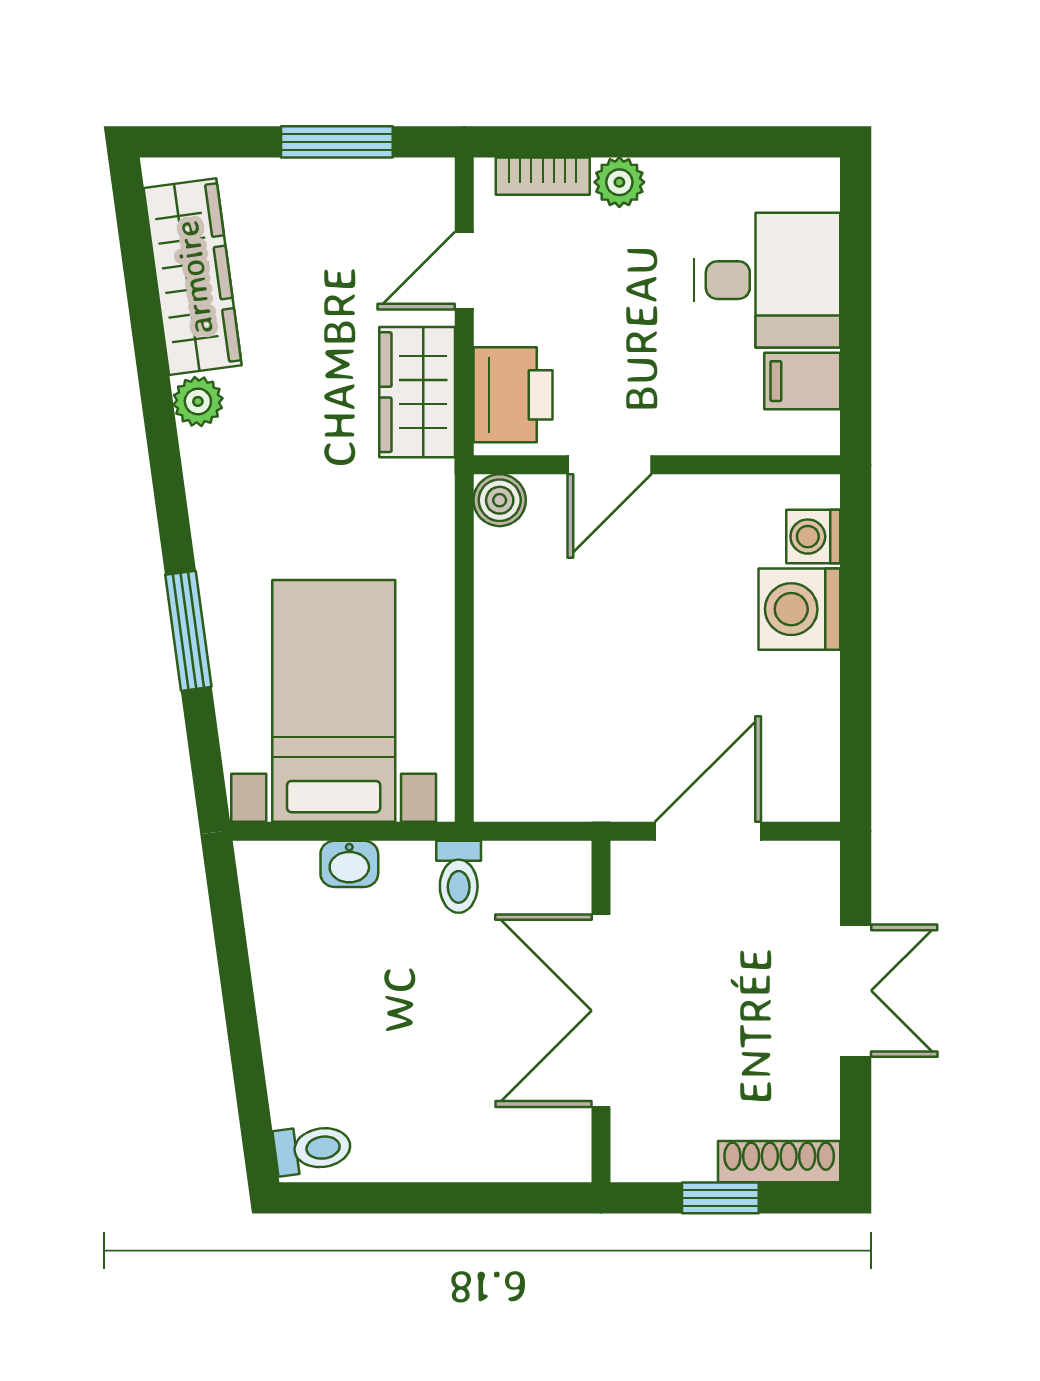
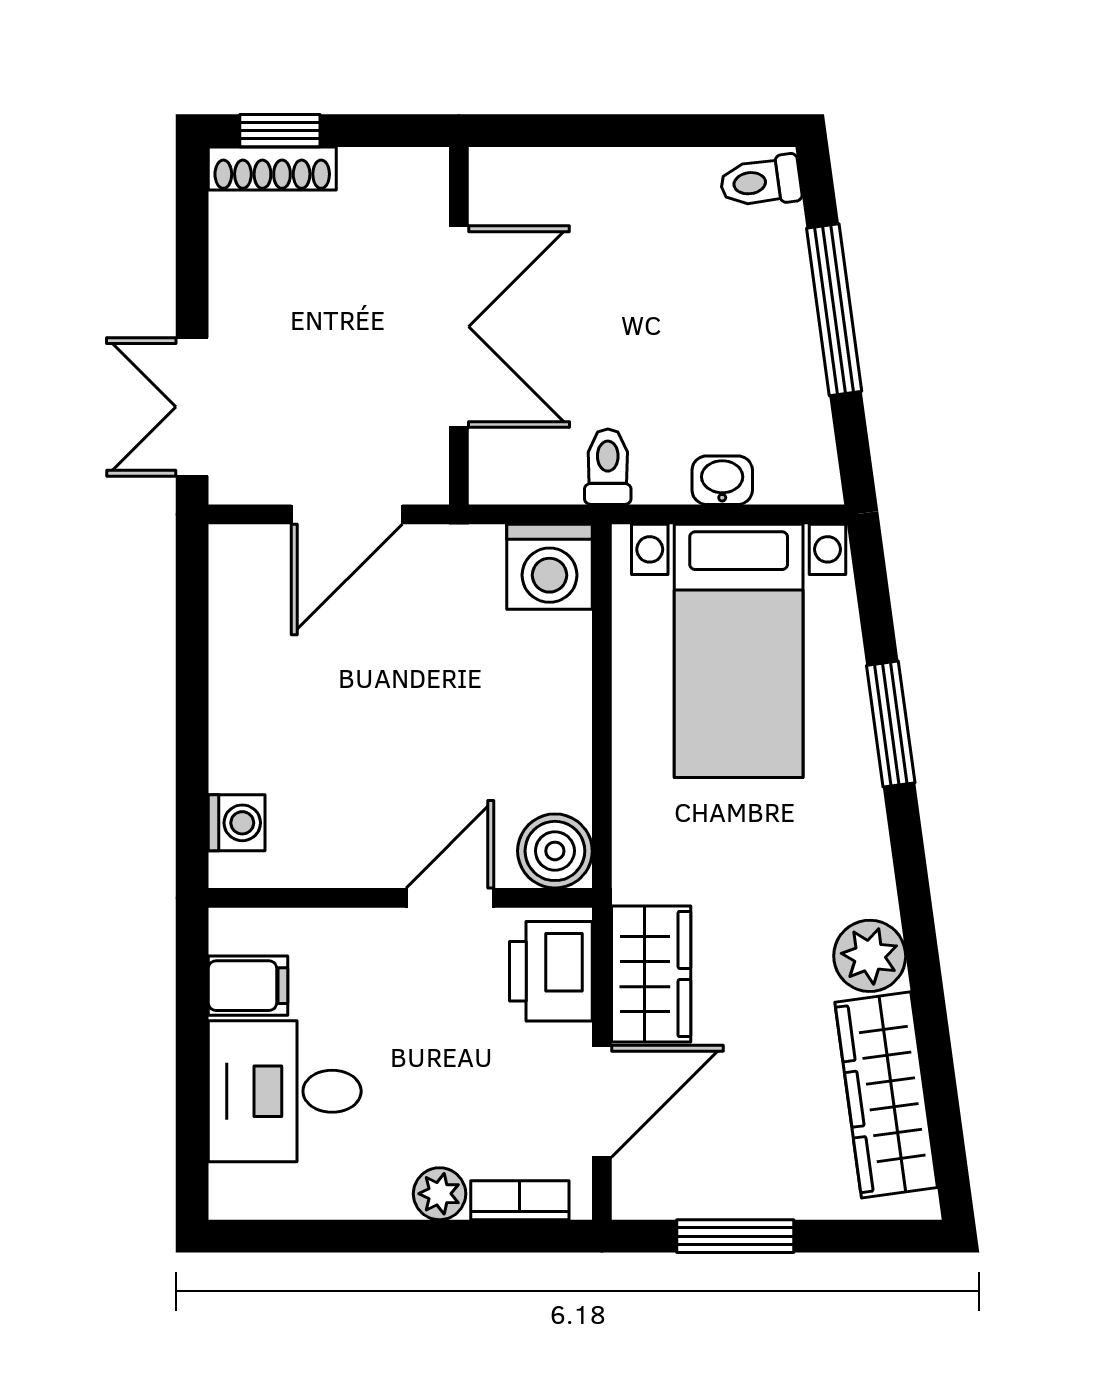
door: (464, 271) -> (602, 1101), width x1.38
plant: (198, 401) -> (870, 956), width x1.38, depth x1.38
boiler: (500, 500) -> (555, 851), width x1.36, depth x1.36
washing machine: (799, 609) -> (549, 567), moved, turned 90
double door: (856, 991) -> (192, 407), moved
window: (242, 1027) -> (834, 310), added
window: (720, 1198) -> (280, 131), moved

